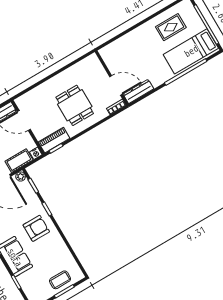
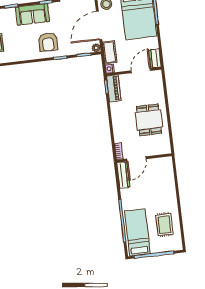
dining table: (75, 105) -> (149, 120), moved, turned 90

